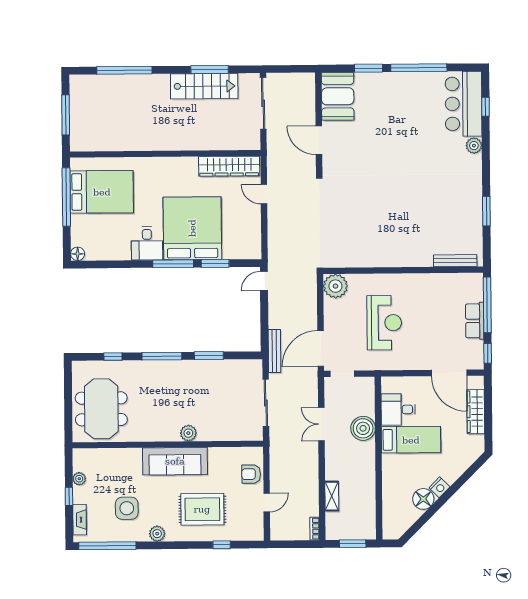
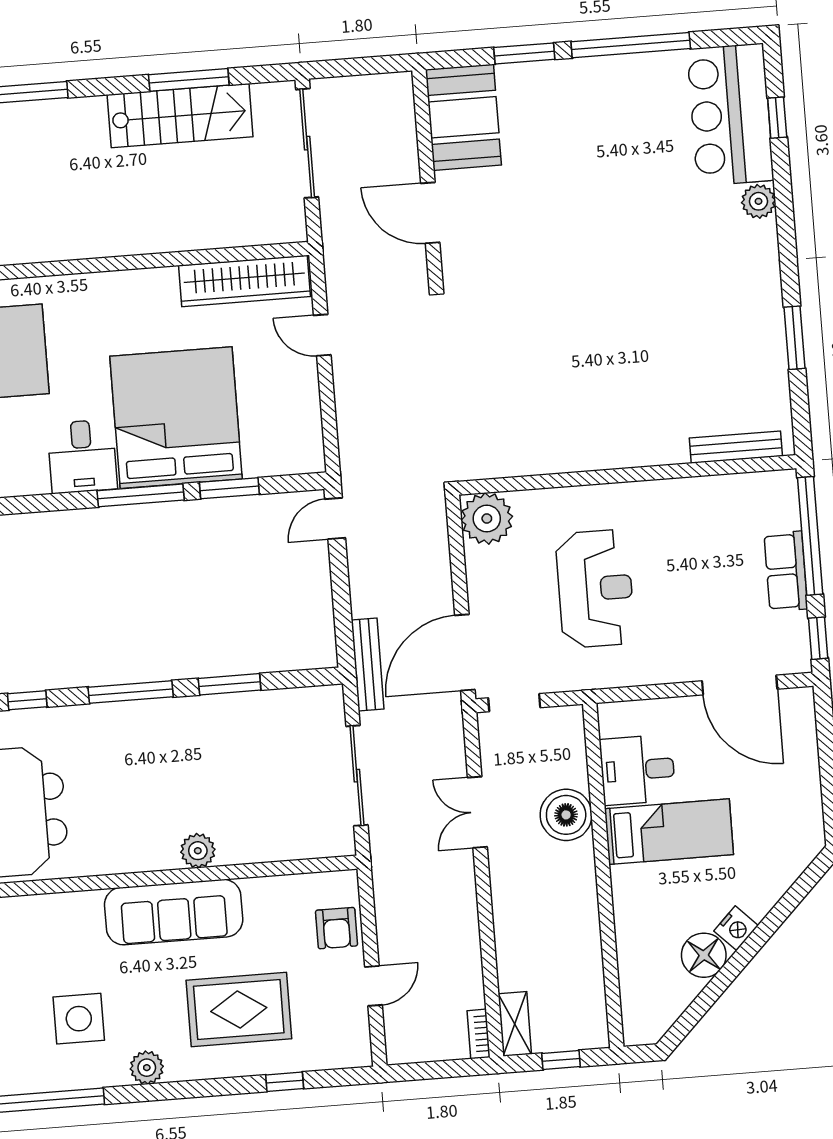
wardrobe: (476, 412) -> (802, 763), removed
armchair: (251, 474) -> (336, 928), turned -90
shelving: (332, 496) -> (515, 1024), moved
window: (353, 544) -> (561, 1060), width x0.67

